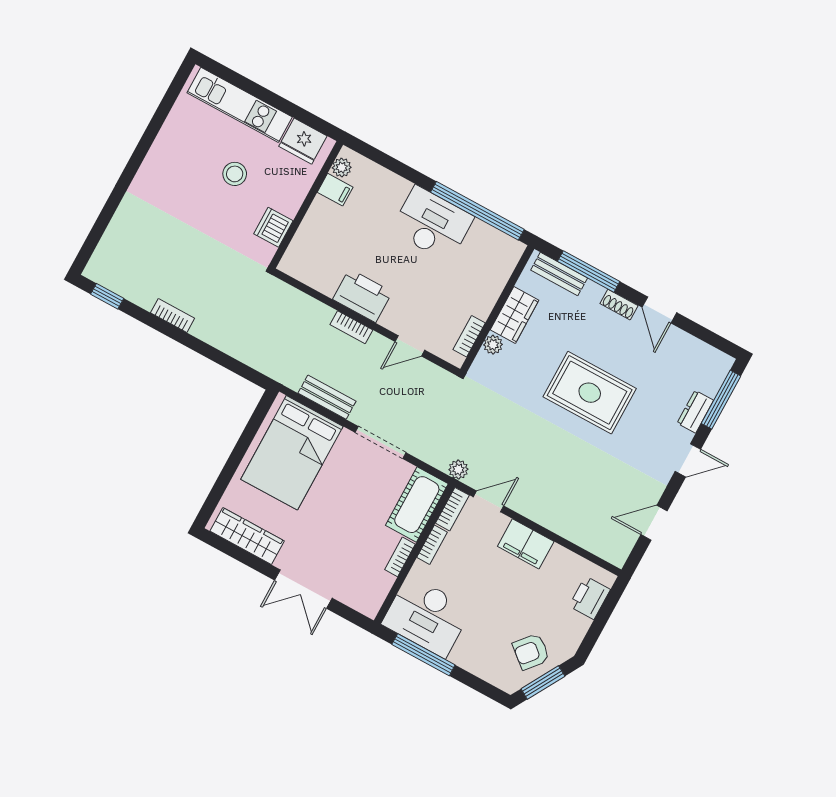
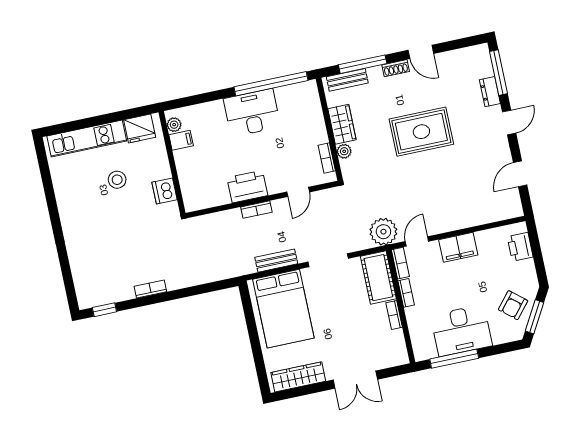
plant: (458, 469) -> (383, 232), width x1.88, depth x1.88
desk: (427, 616) -> (461, 330), moved

